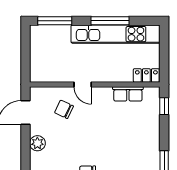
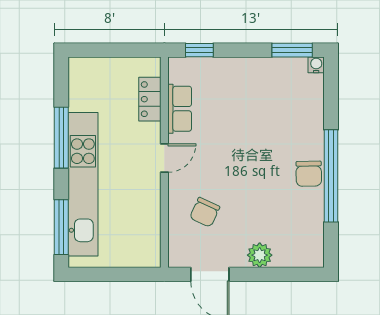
kitchen unit: (116, 34) -> (83, 184), moved
locker: (146, 75) -> (150, 99), moved
door: (83, 84) -> (164, 158), moved

